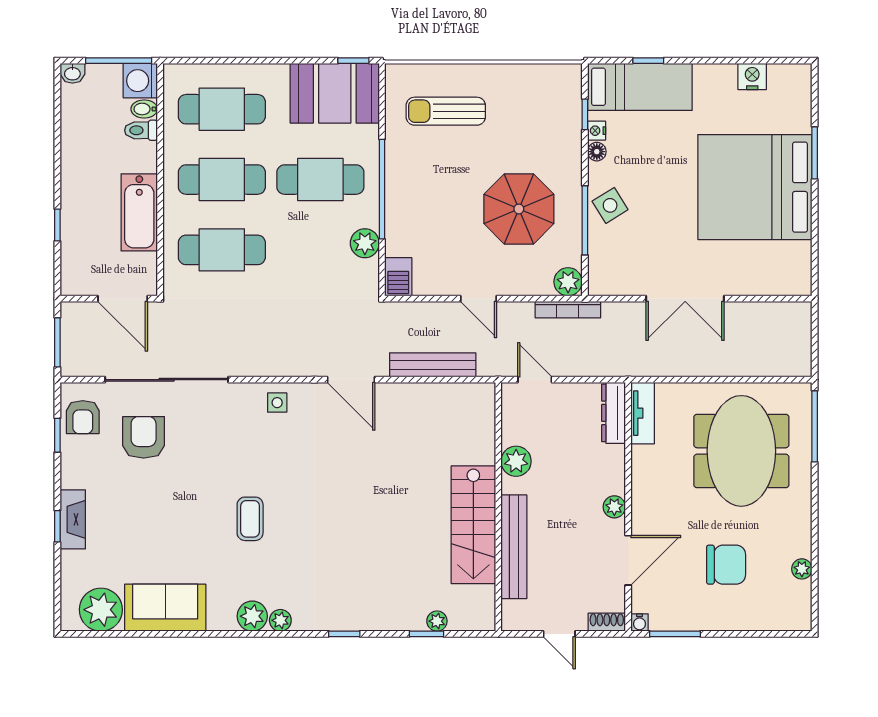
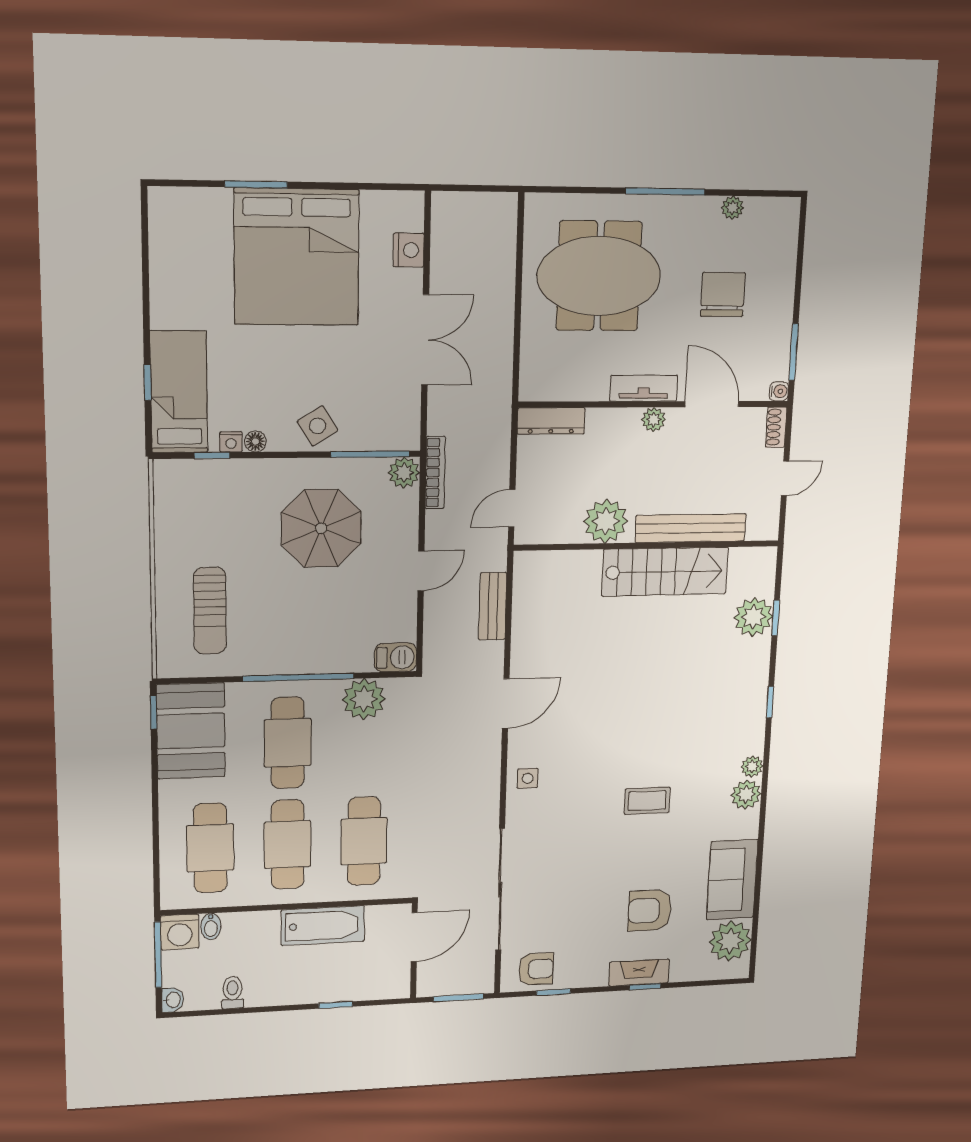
nightstand: (752, 76) -> (409, 250), moved, turned 180
toilet: (141, 130) -> (233, 992), moved, turned 180
window: (585, 220) -> (370, 454), moved
plant: (365, 243) -> (364, 699), width x1.36, depth x1.36
bench: (433, 365) -> (493, 606), width x0.73
tv unit: (643, 413) -> (644, 388), moved
window: (815, 426) -> (665, 191), moved
armchair: (144, 437) -> (650, 910), moved
plant: (516, 461) -> (606, 521), width x1.36, depth x1.36
plant: (437, 621) -> (753, 617), width x1.88, depth x1.88

